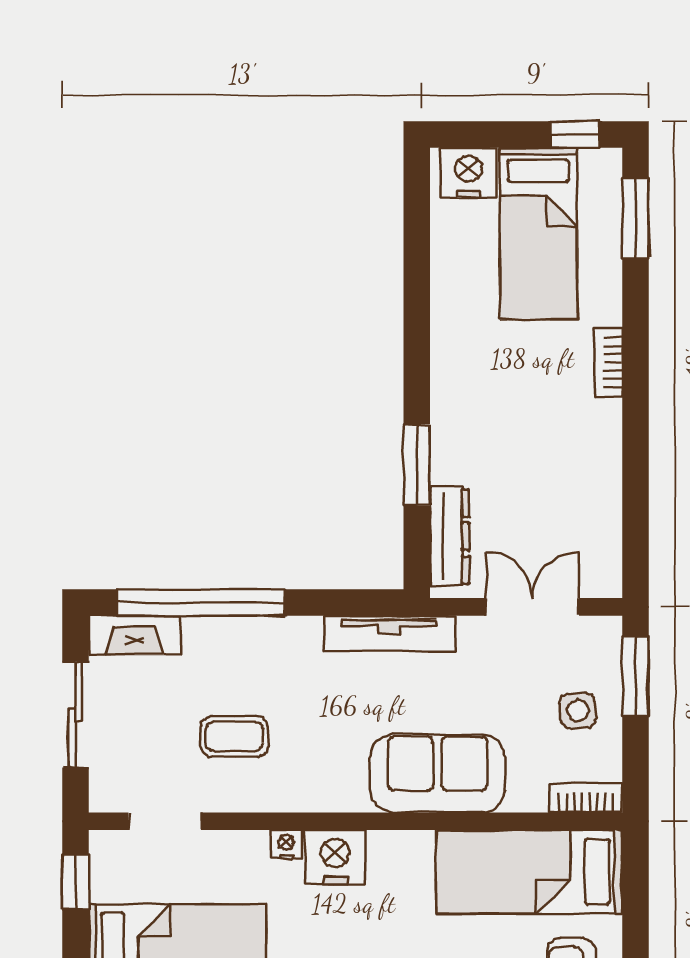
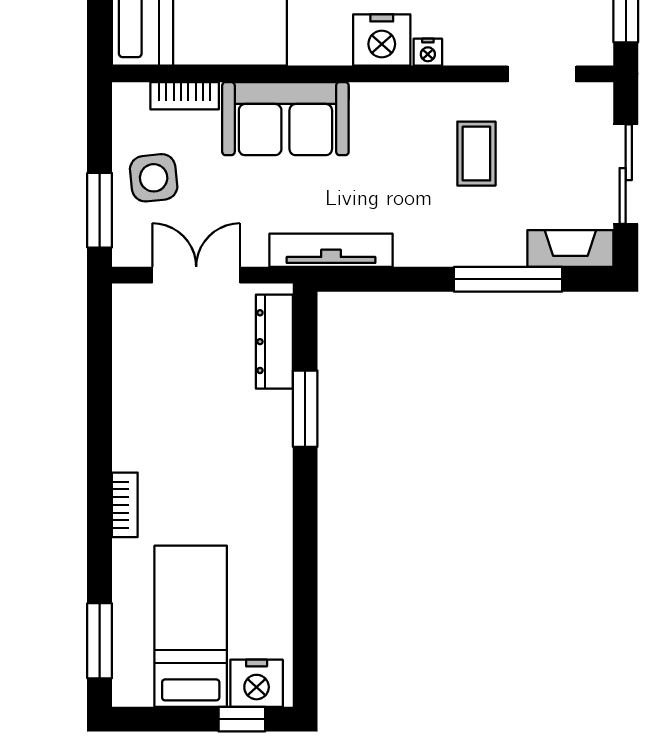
window: (575, 135) -> (242, 719), moved
window: (201, 603) -> (508, 279), width x0.68
double door: (533, 607) -> (196, 275), swing flipped
side table: (578, 711) -> (154, 178), width x1.37, depth x1.37
coffee table: (234, 736) -> (476, 154), turned 90
bookcase: (586, 798) -> (185, 96), moved

